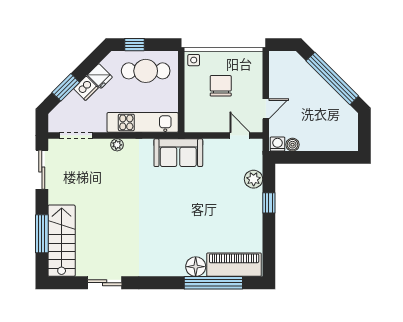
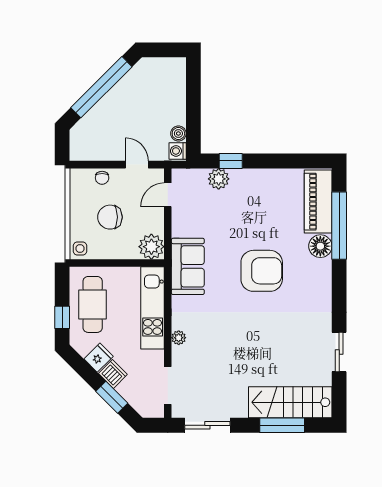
chair: (254, 79) -> (102, 178), added
plant: (195, 121) -> (151, 247), added
window: (269, 203) -> (231, 161), moved
armchair: (175, 216) -> (262, 271), added

